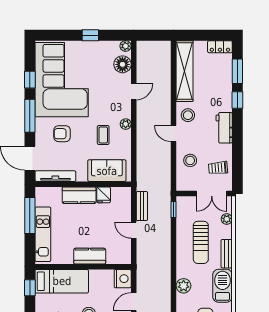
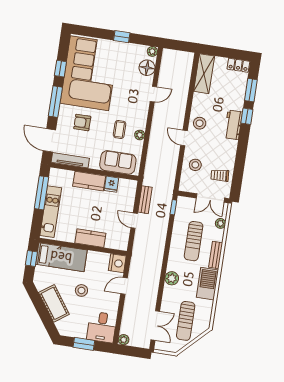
shelving: (185, 71) -> (204, 74), width x0.68
plant: (126, 124) -> (140, 135), moved
workbench: (224, 128) -> (233, 125), moved

